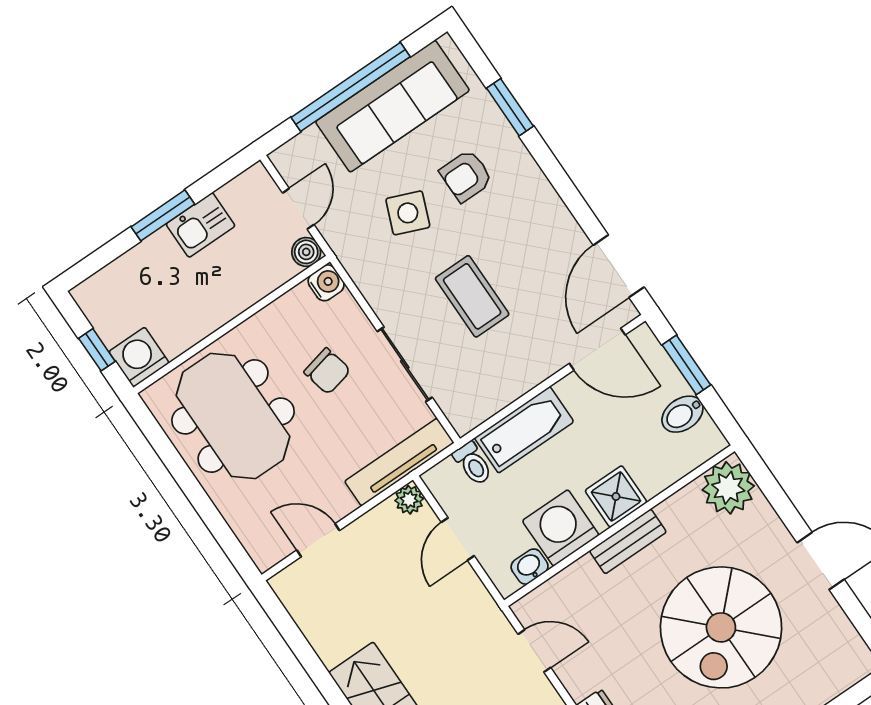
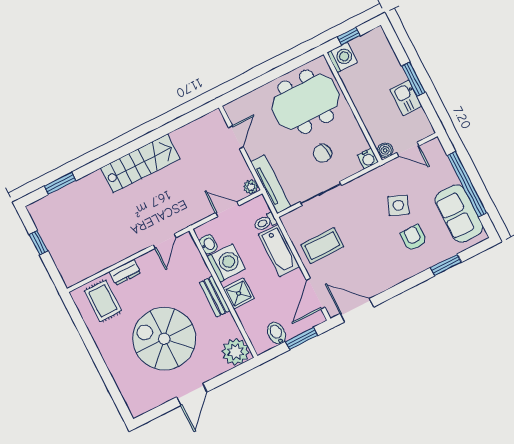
sofa: (392, 106) -> (459, 213), width x0.73
coffee table: (472, 296) -> (322, 246), moved

